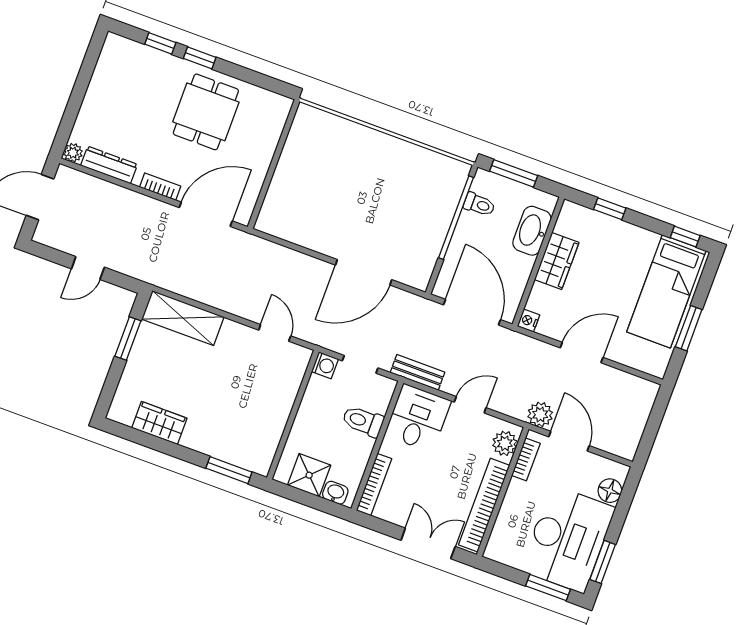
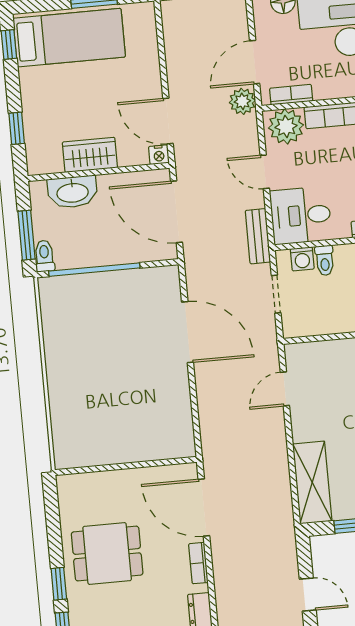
toilet: (479, 204) -> (44, 256), moved
door: (472, 312) -> (176, 212), hinge flipped
door: (582, 353) -> (168, 121), moved
washing machine: (325, 365) -> (302, 259), moved, turned 180
toilet: (363, 421) -> (325, 260), width x0.73, depth x0.72
plant: (505, 443) -> (286, 126), width x1.36, depth x1.36

